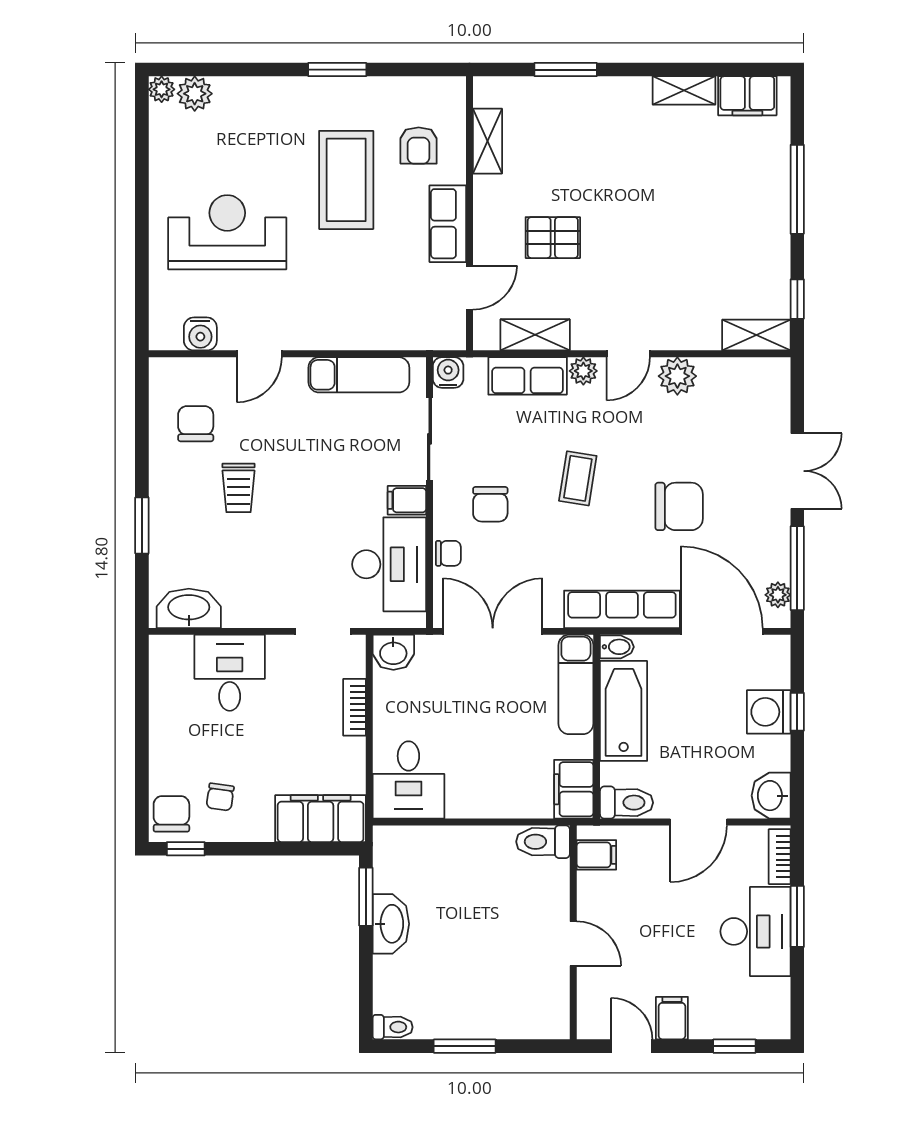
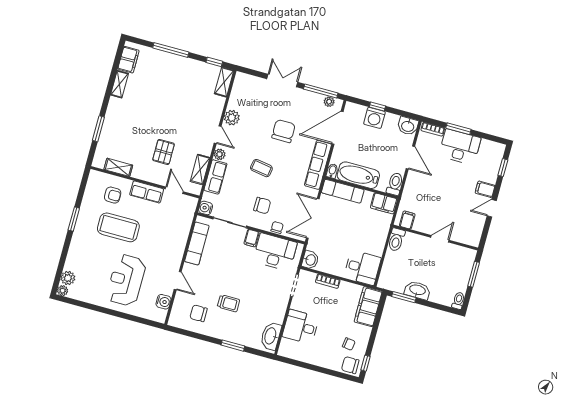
toilet: (543, 842) -> (396, 240), moved
filing cabinet: (596, 855) -> (407, 220), moved
wall: (573, 932) -> (435, 238), moved
door: (573, 944) -> (440, 239), moved

